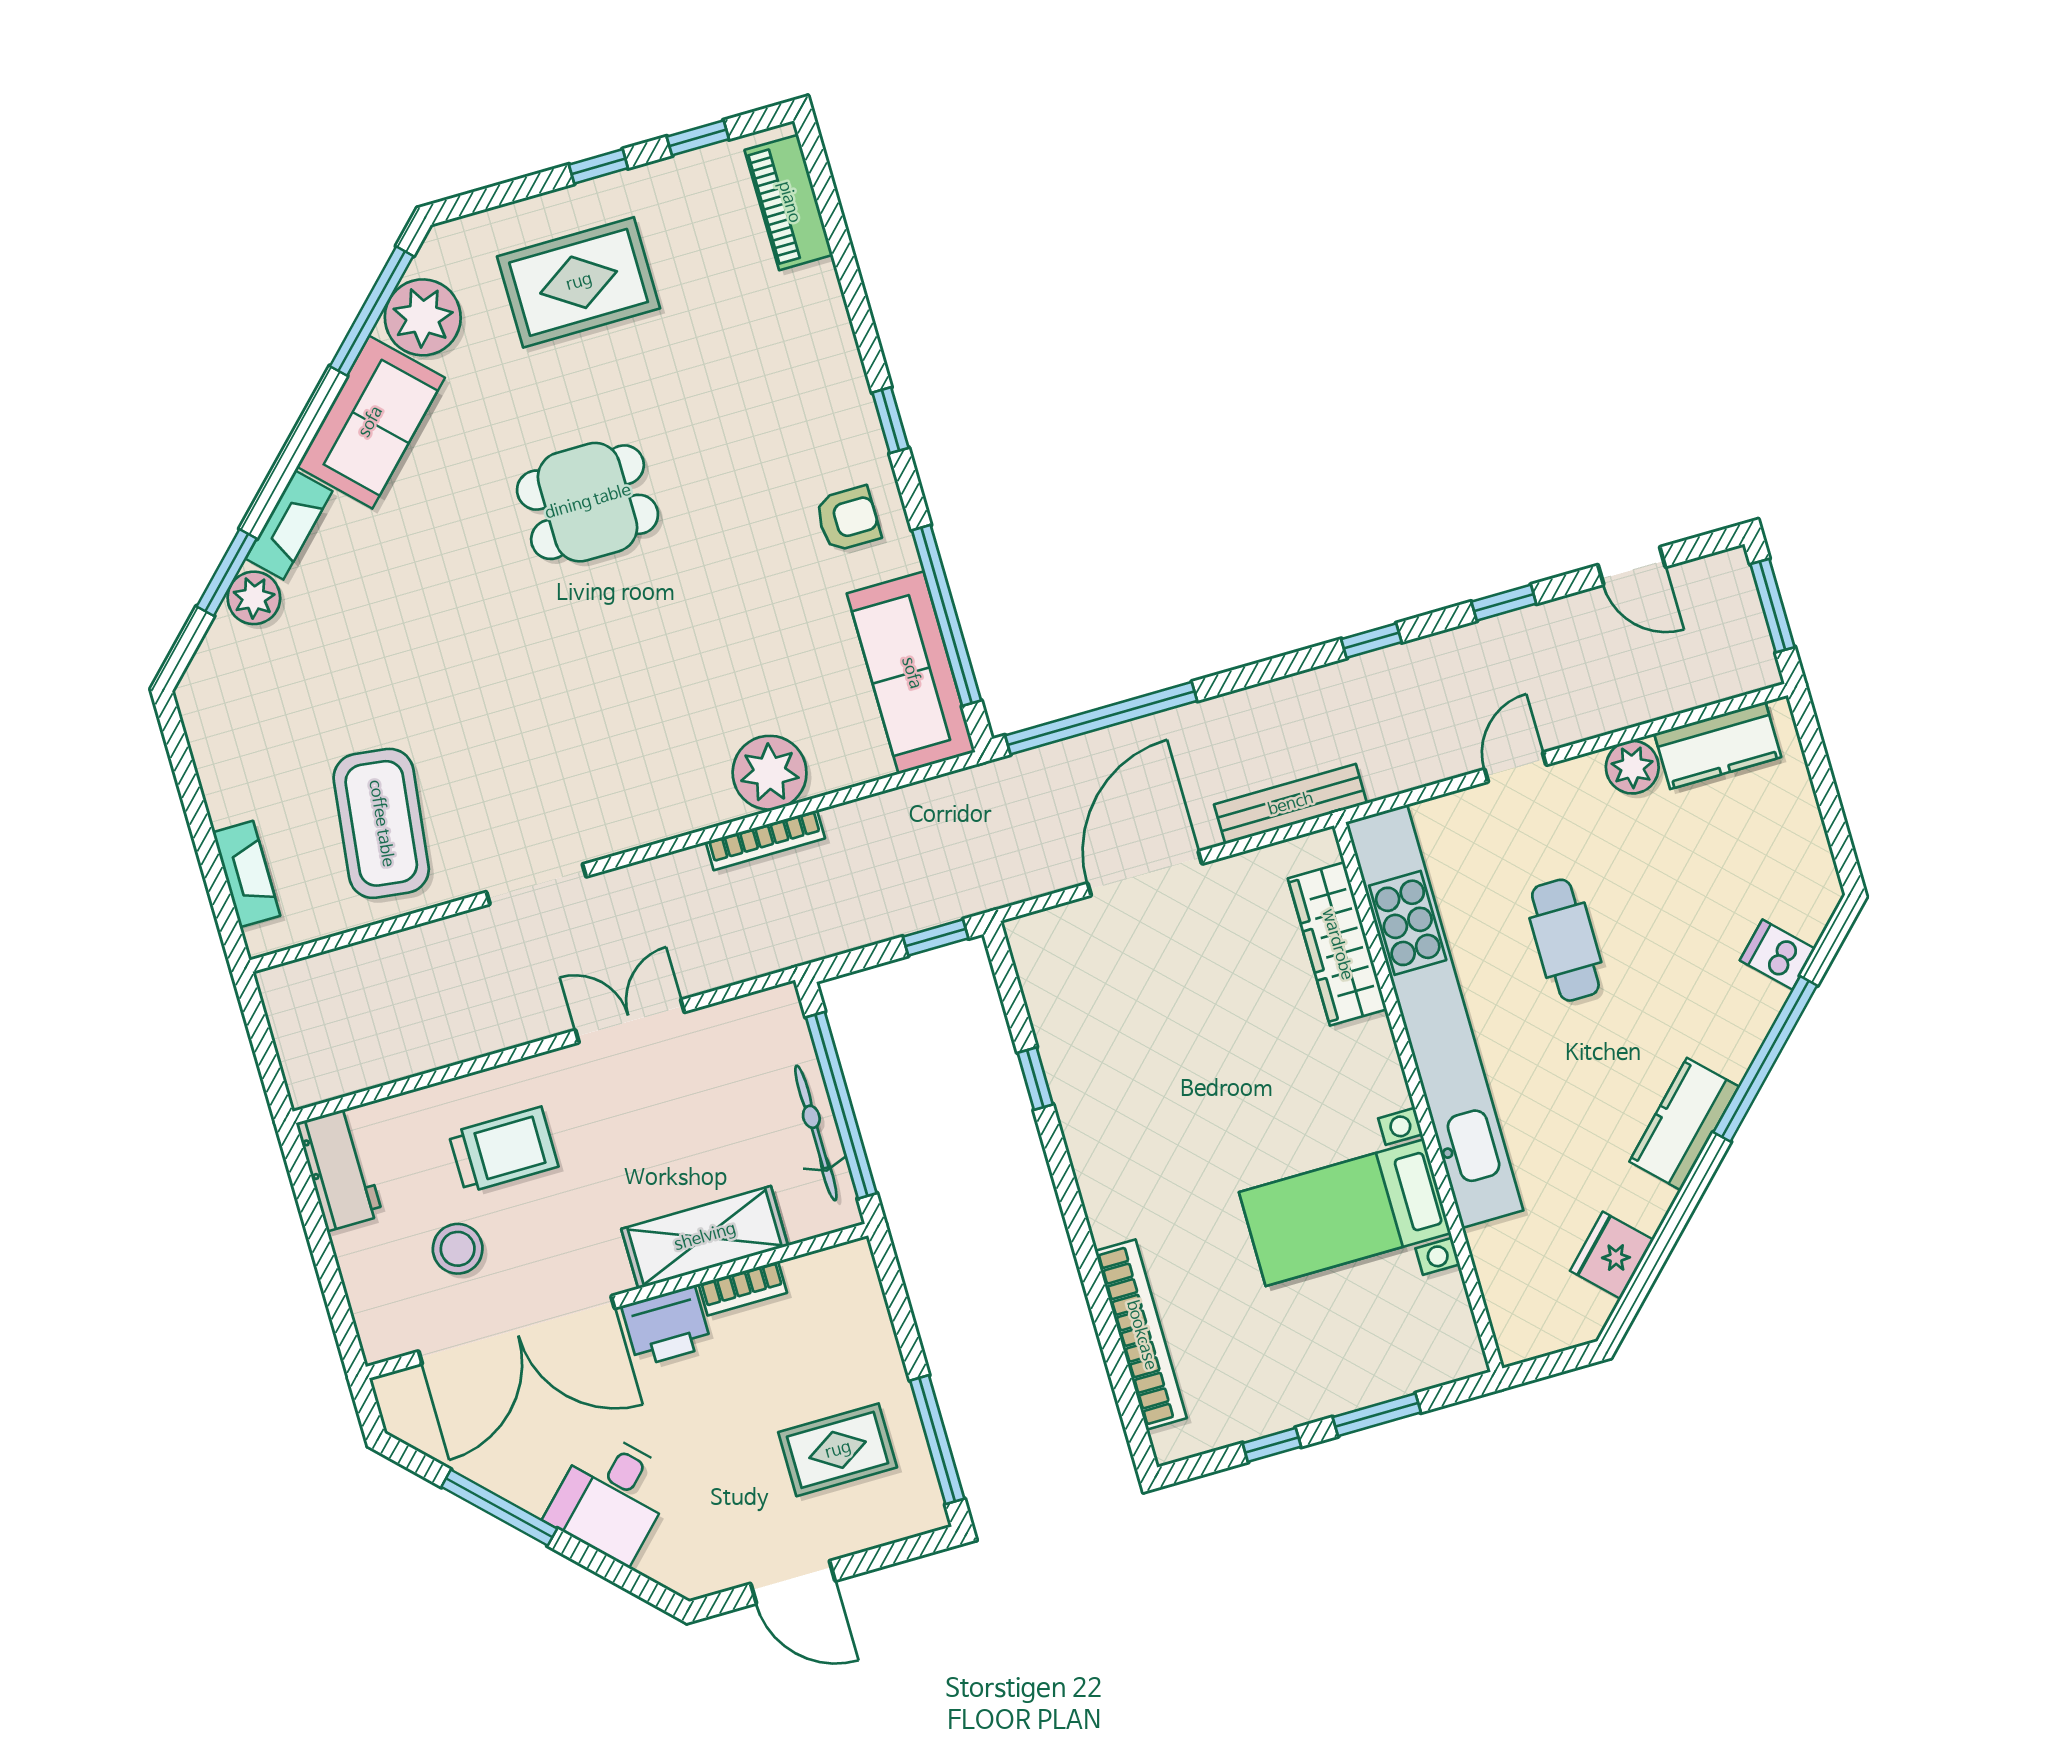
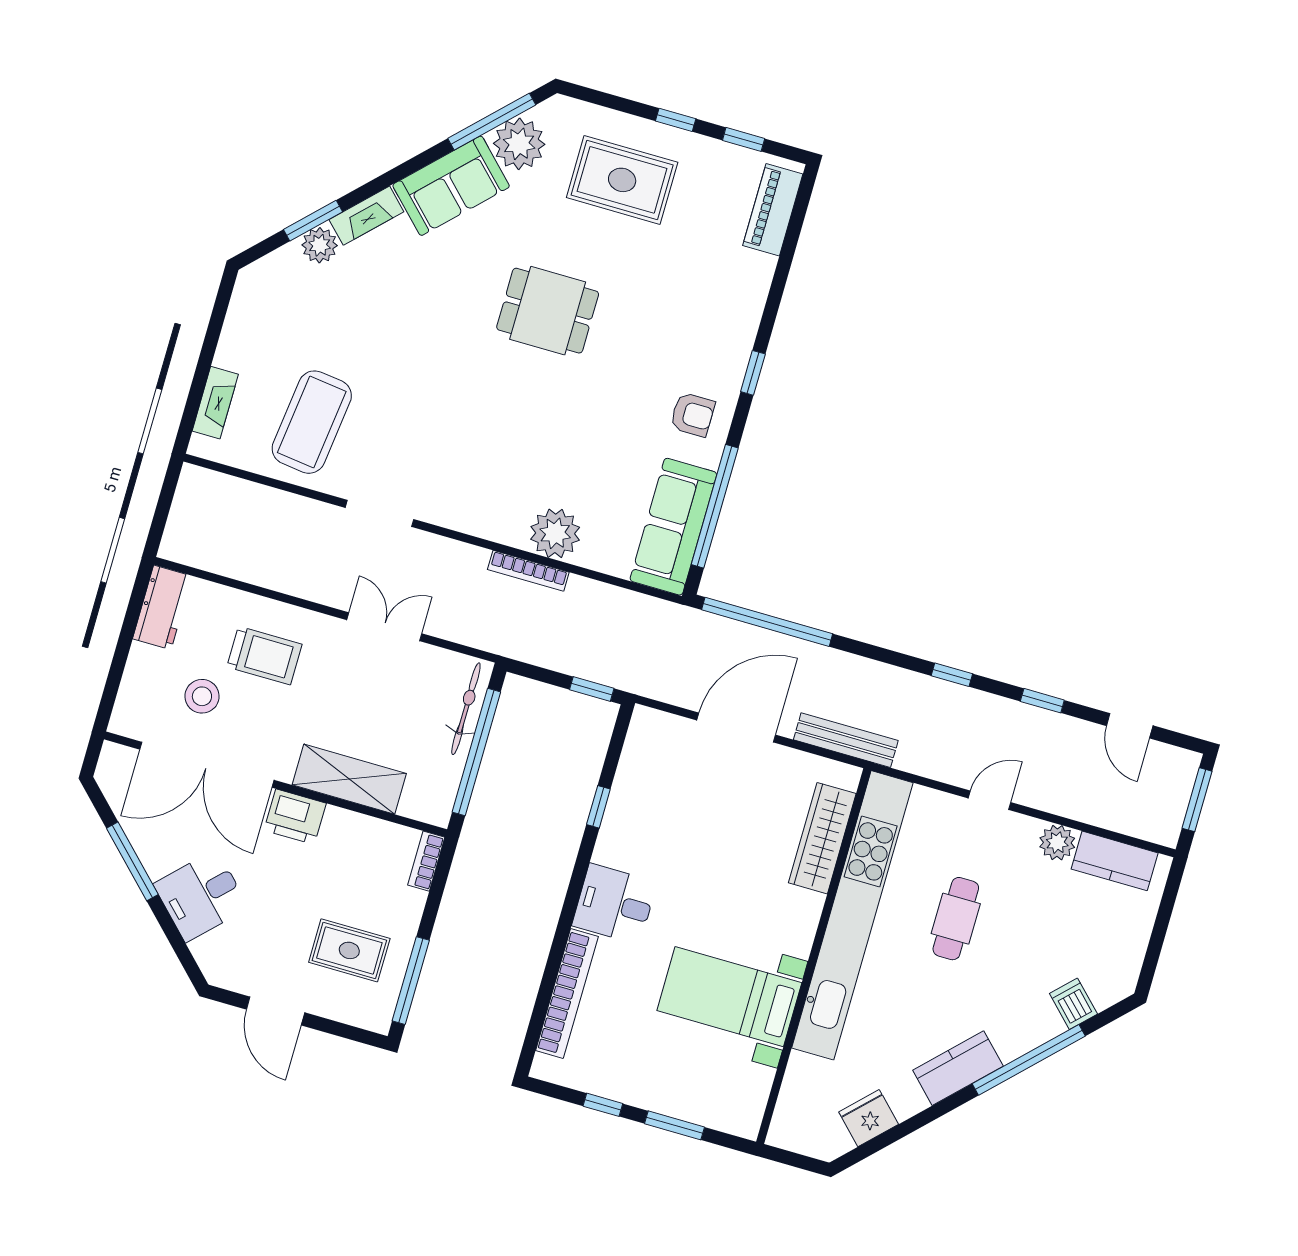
bicycle: (816, 1133) -> (466, 709), moved
desk: (1131, 1187) -> (614, 904), added
bookcase: (743, 1288) -> (426, 861), moved, turned 90

